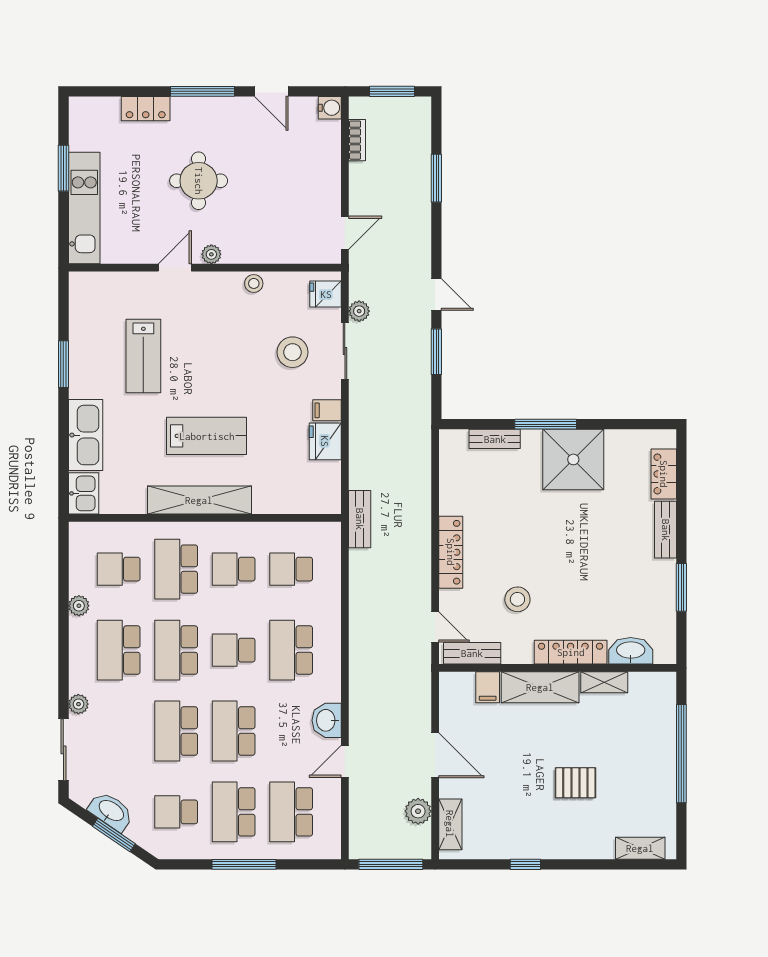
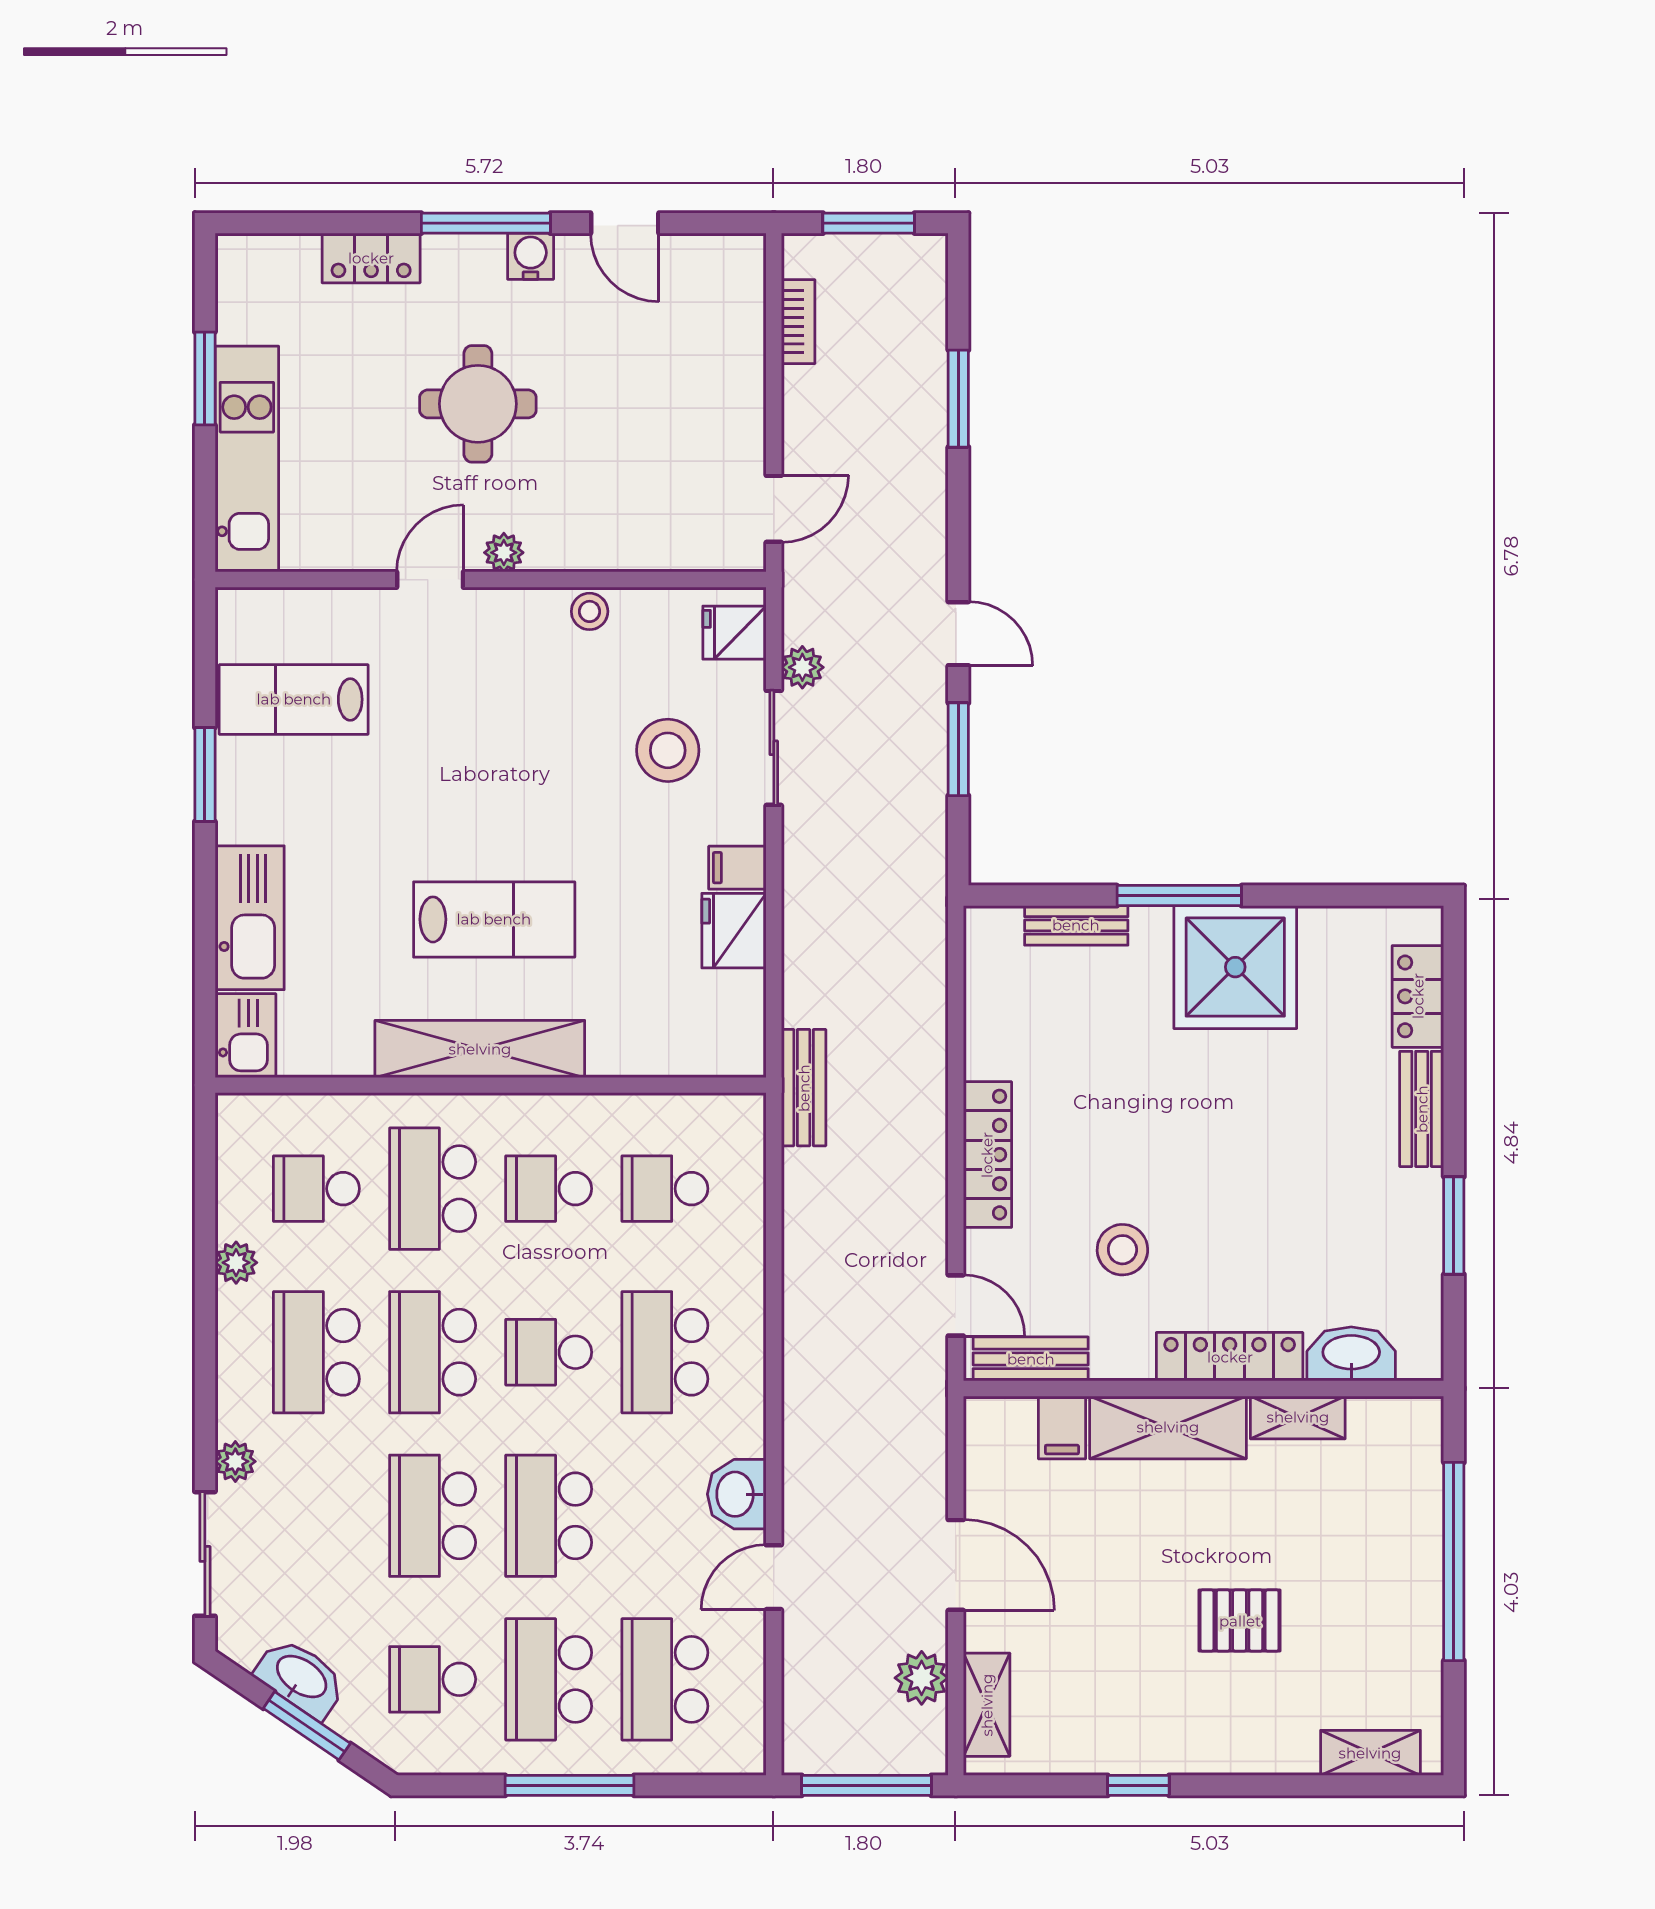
water cooler: (330, 108) -> (531, 256), moved, turned -90
lab bench: (143, 356) -> (294, 699), moved, turned 90

